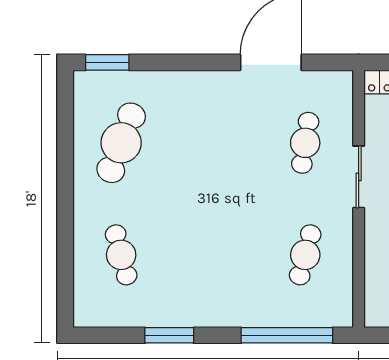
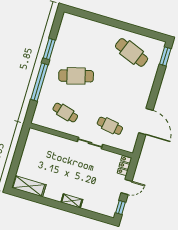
cafe table: (121, 255) -> (76, 76), moved, width x1.37, depth x1.35
window: (287, 335) -> (39, 82), moved

